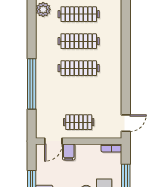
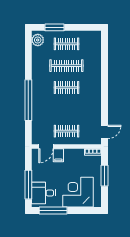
clothes rail: (79, 14) -> (66, 44), width x0.73
clothes rail: (79, 68) -> (66, 87), width x0.73

